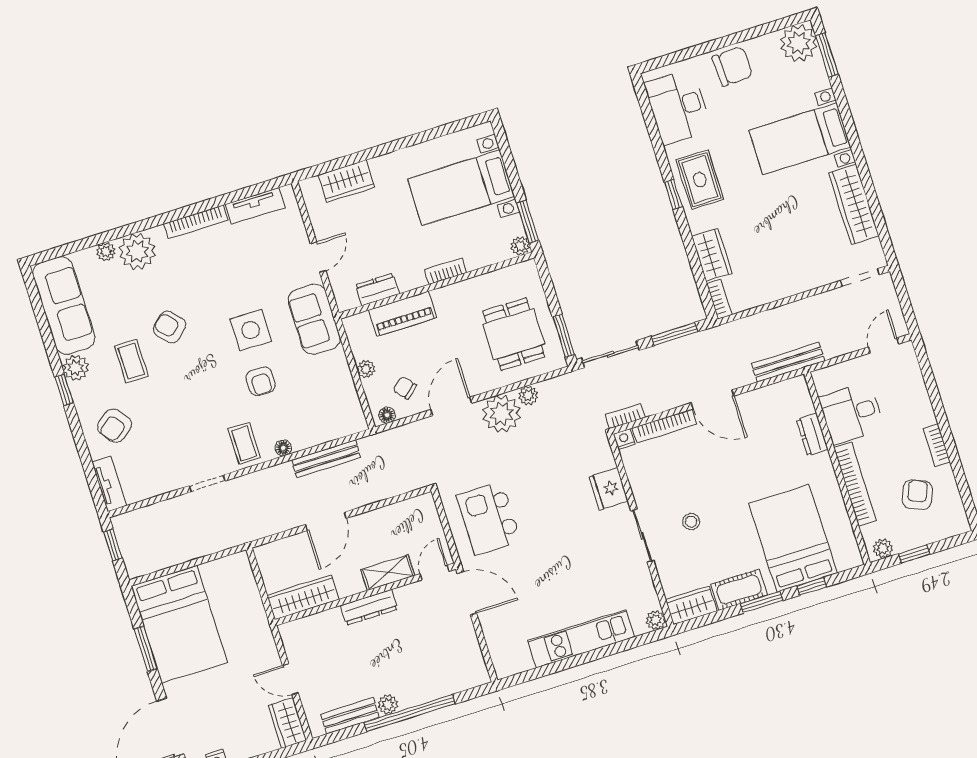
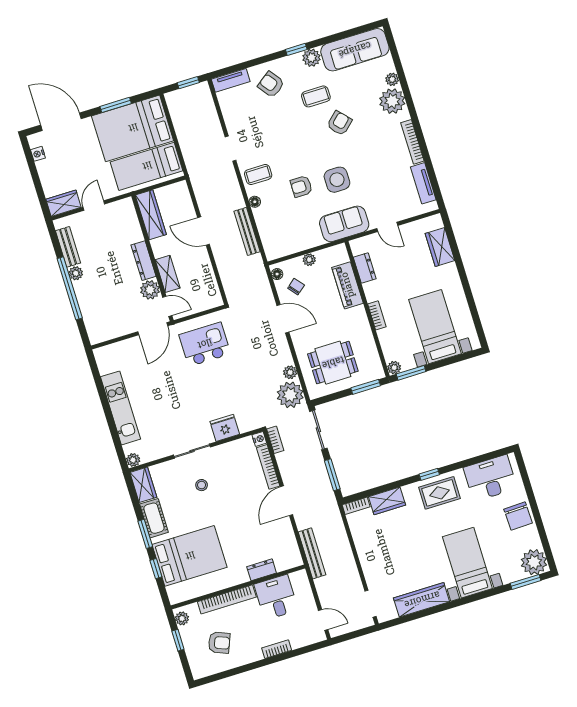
window: (564, 336) -> (366, 387), moved
plant: (502, 414) -> (290, 395), moved
bookcase: (937, 445) -> (277, 649), moved
plant: (411, 598) -> (150, 290), added
bed: (234, 604) -> (147, 166), added

